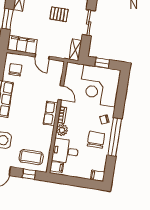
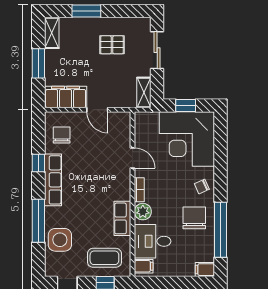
row of seats: (51, 113) -> (122, 218), moved
window: (115, 137) -> (220, 230), moved

